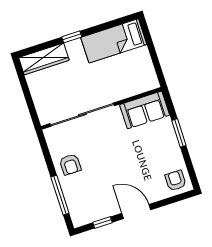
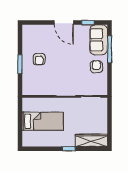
bed: (114, 41) -> (43, 121), moved
sofa: (145, 110) -> (99, 40), moved, turned -90
armchair: (176, 181) -> (39, 59), moved

